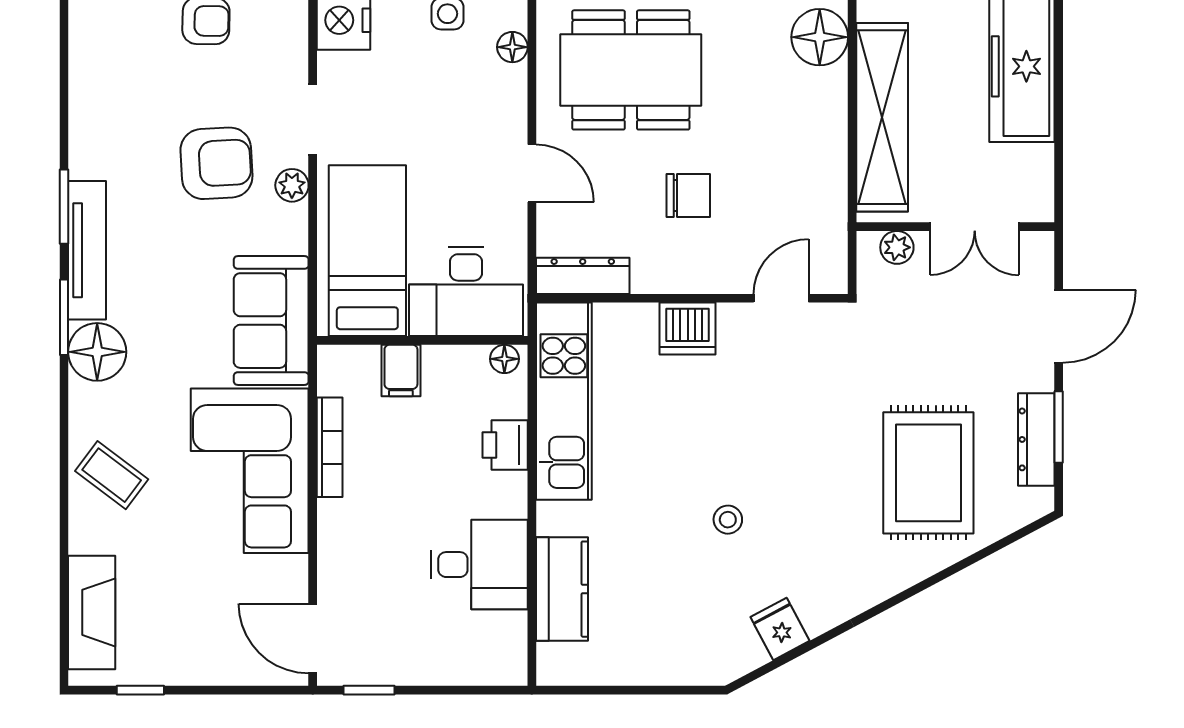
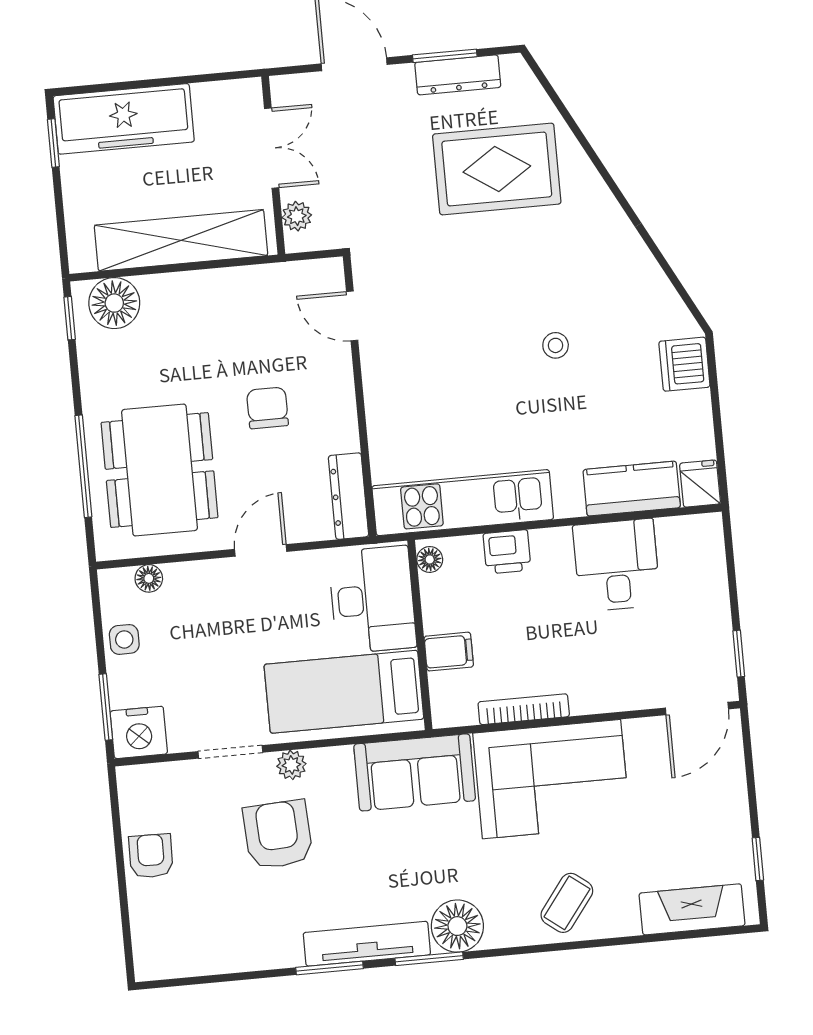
dishwasher: (688, 329) -> (684, 364), moved, turned 180
fridge: (780, 629) -> (700, 484), moved, turned 118

